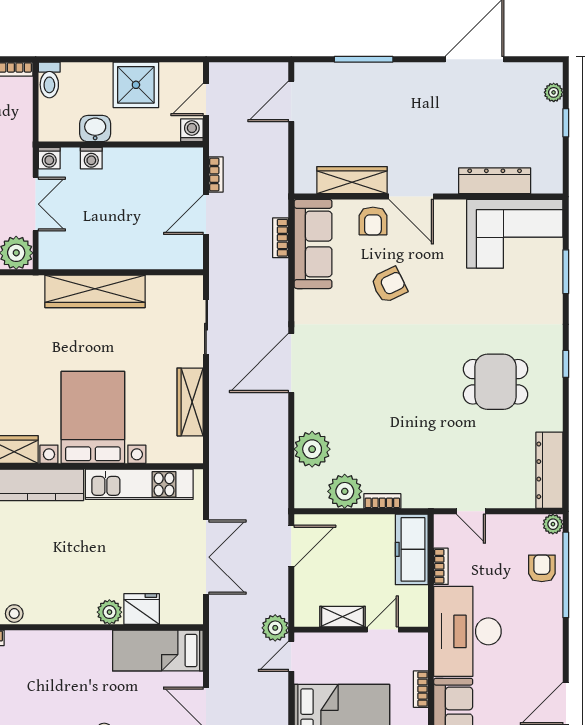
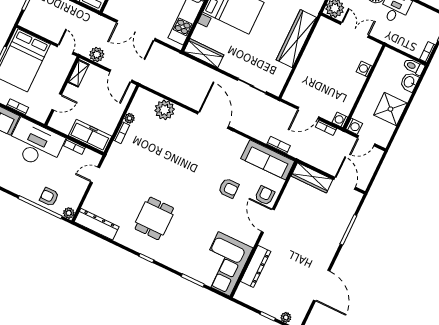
door: (206, 100) -> (366, 141), swing flipped
washbasin: (95, 129) -> (409, 82), moved, turned 180
washing machine: (49, 158) -> (340, 120), moved
wardrobe: (352, 180) -> (312, 178), moved, turned 90
door: (411, 197) -> (268, 221), hinge flipped
double door: (36, 204) -> (355, 30), swing flipped
door: (206, 215) -> (308, 113), swing flipped
armchair: (373, 221) -> (265, 196), turned 90
armchair: (389, 285) -> (229, 188), turned -64
wardrobe: (190, 402) -> (204, 53), moved
plant: (345, 491) -> (130, 118), width x0.53, depth x0.53
armchair: (542, 568) -> (49, 197), turned 180
shelving: (343, 617) -> (78, 73), moved
plant: (275, 628) -> (97, 54), moved
door: (383, 630) -> (57, 102), hinge flipped

